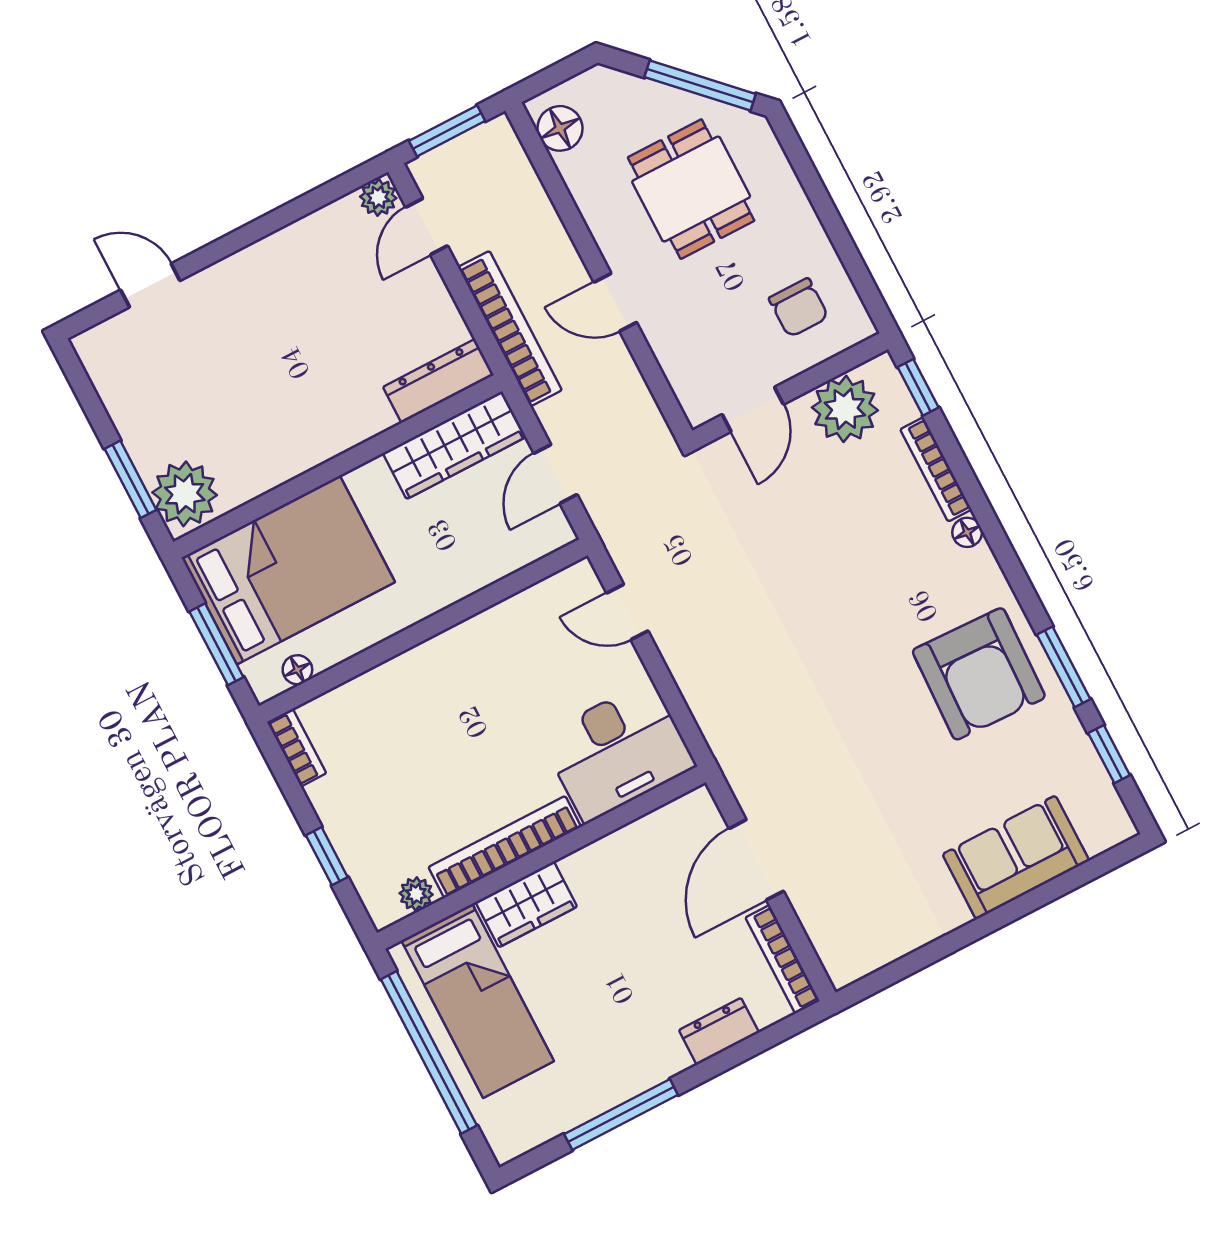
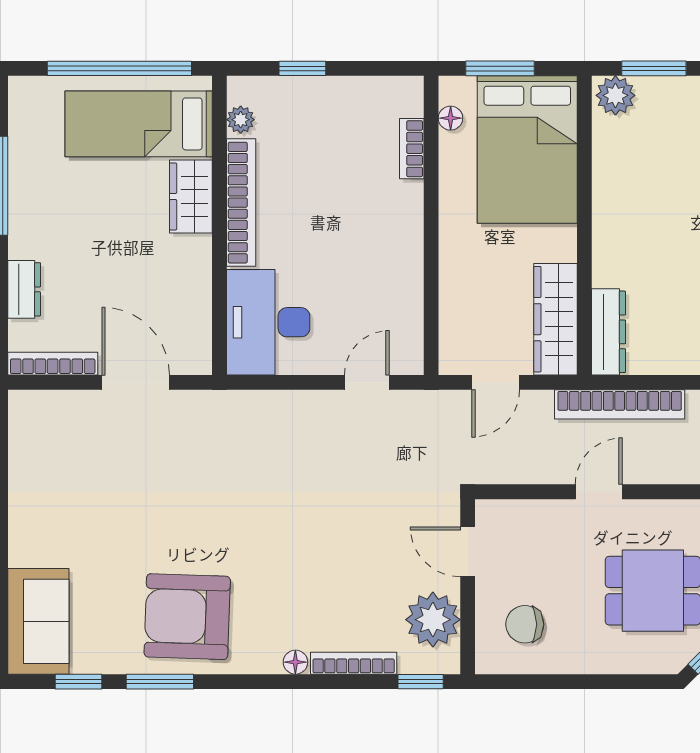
door: (555, 474) -> (496, 382), swing flipped
plant: (185, 494) -> (615, 95), width x0.73, depth x0.73
bookcase: (297, 748) -> (412, 149), moved, turned 90
sofa: (1016, 857) -> (38, 621), moved

